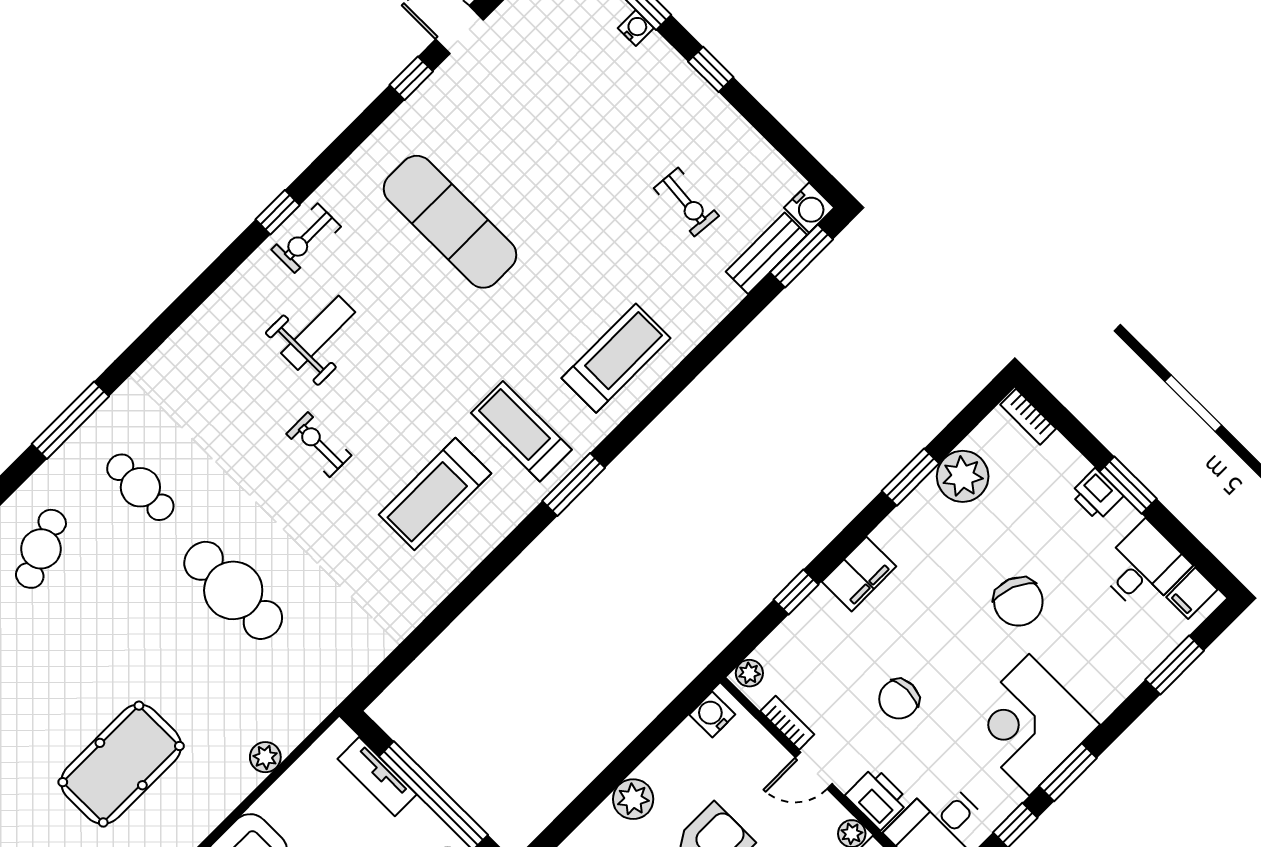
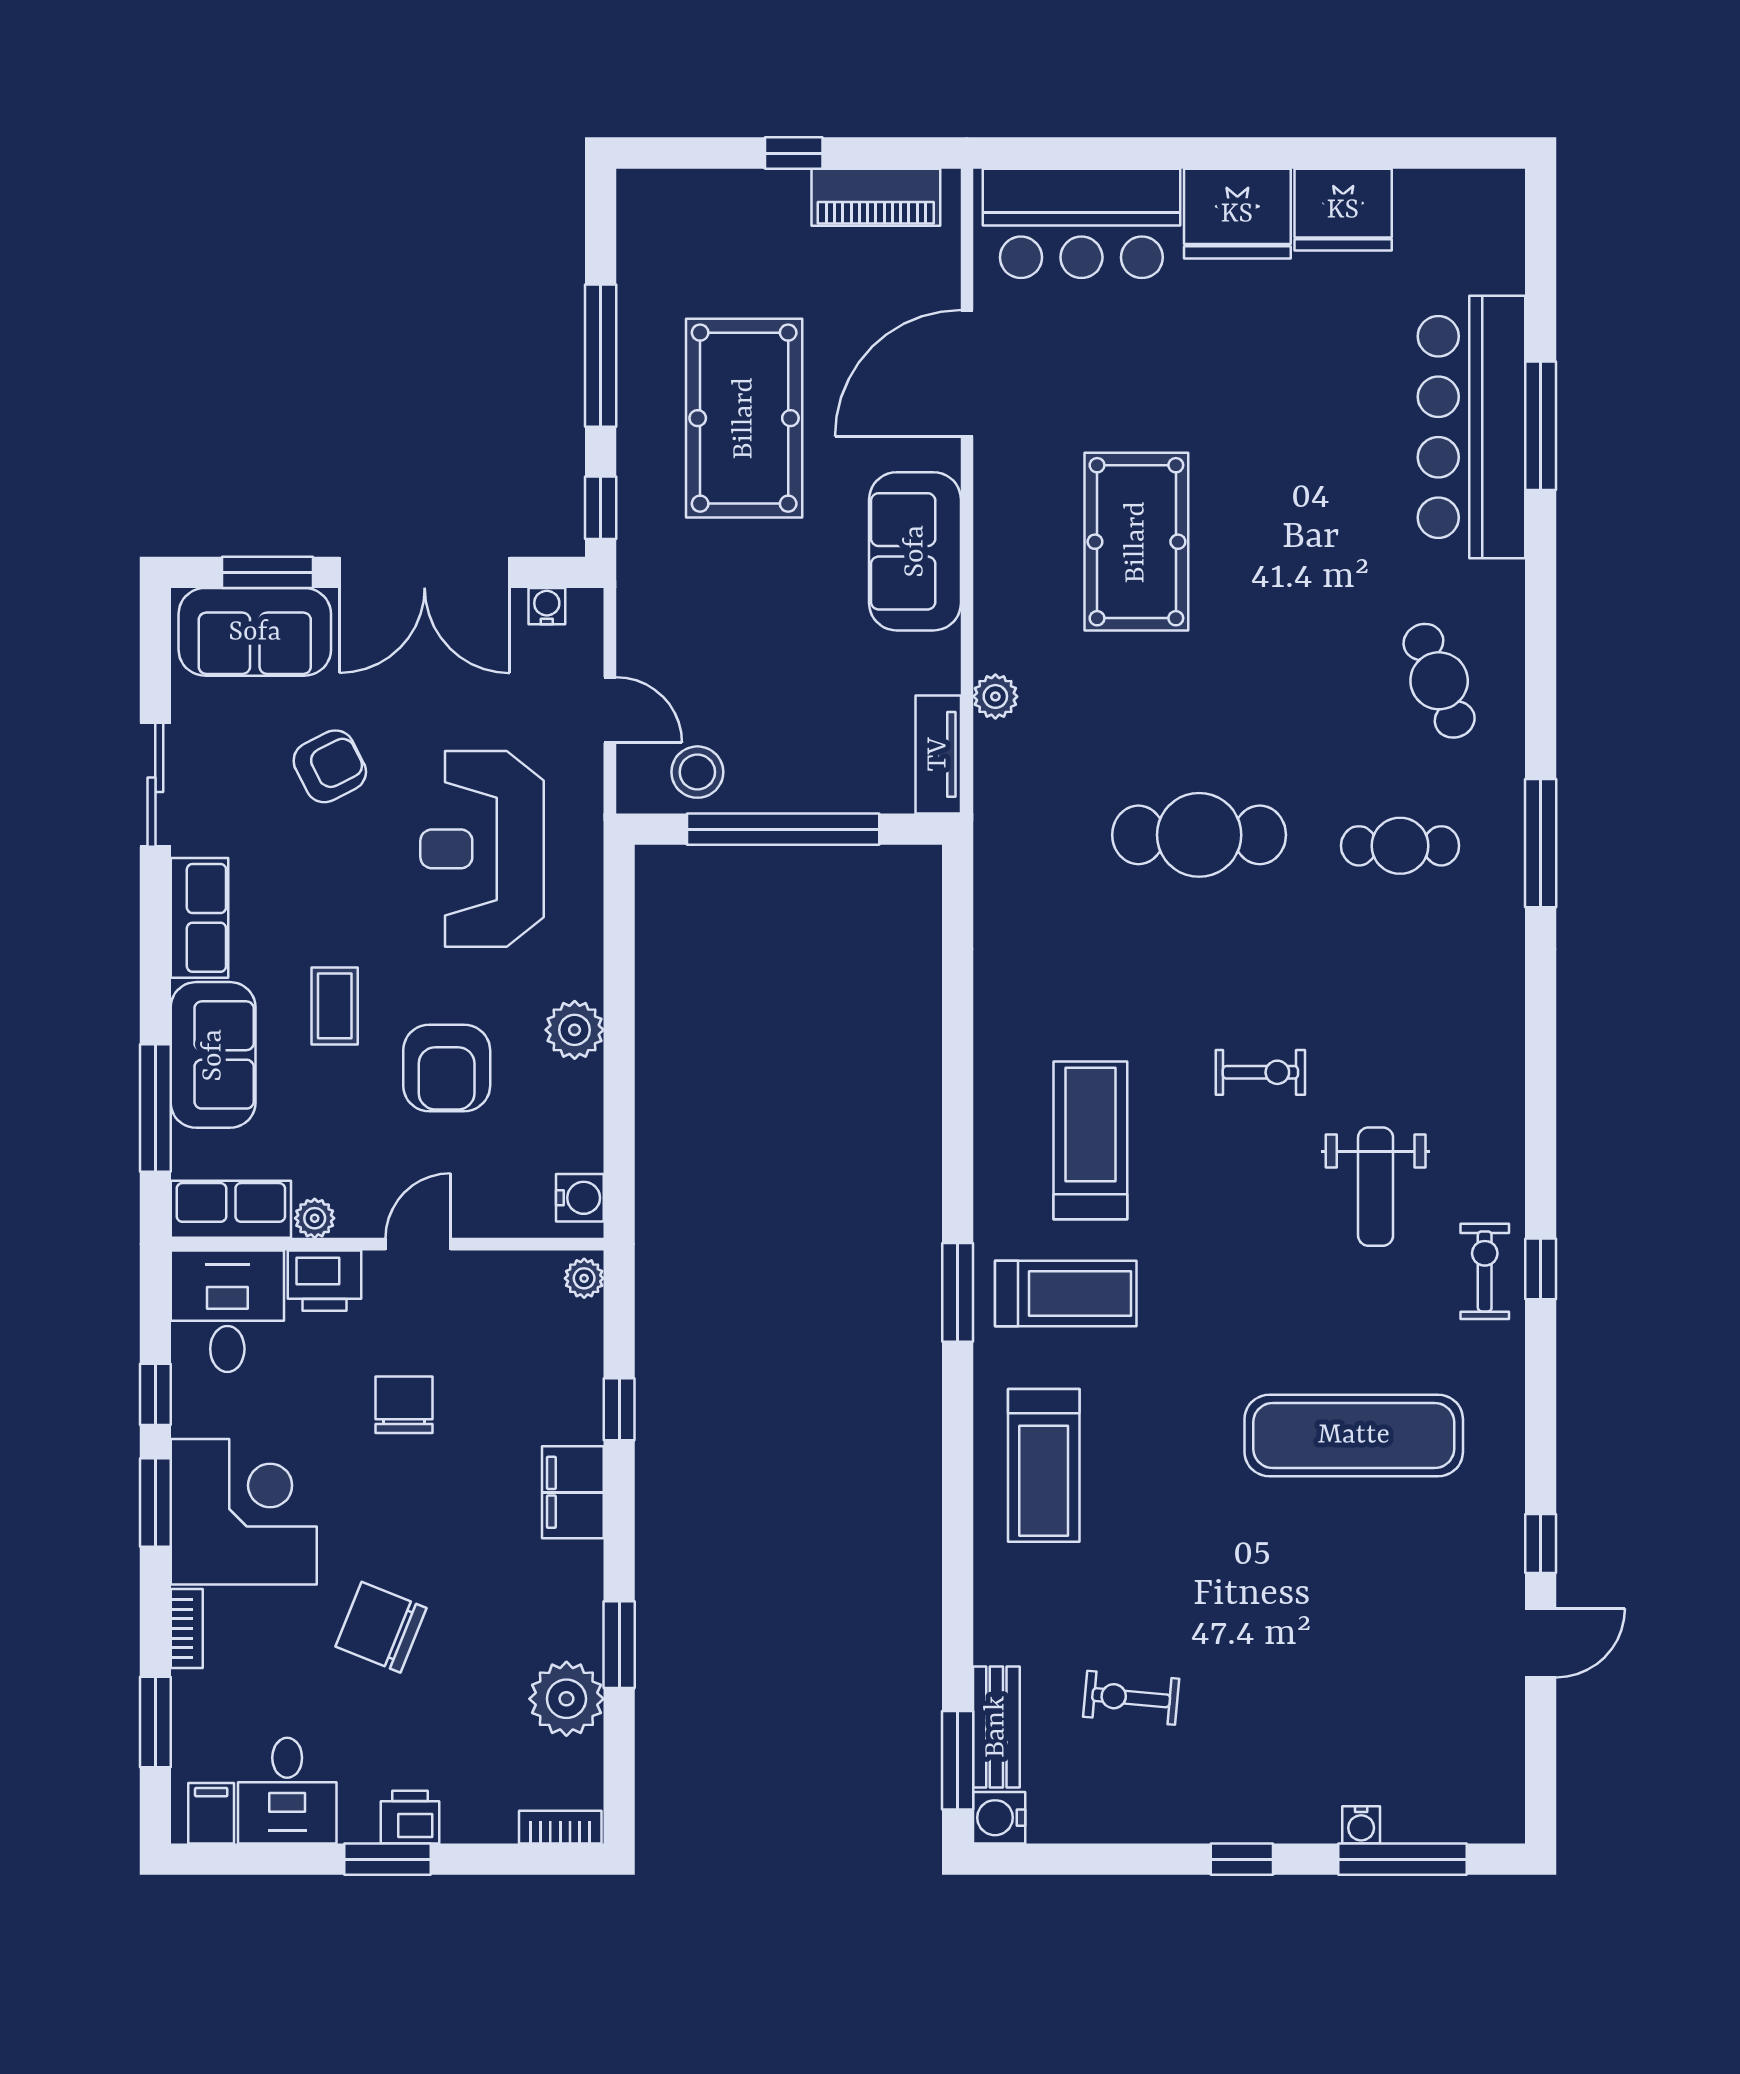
bookcase: (787, 723) -> (187, 1628), moved, turned -90
tv unit: (377, 777) -> (938, 754), moved, turned -90

